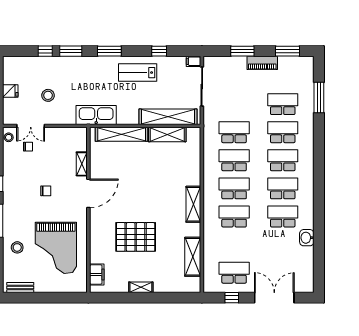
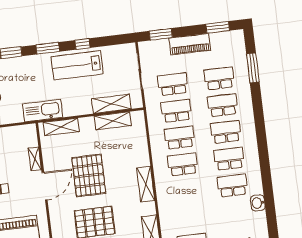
window: (159, 51) -> (83, 44), moved
window: (242, 51) -> (161, 34), moved
filing cabinet: (194, 61) -> (129, 48), removed
piano: (262, 63) -> (190, 44), width x1.37, depth x1.33
lab bench: (138, 73) -> (77, 65), width x1.36, depth x1.39
shelving: (168, 117) -> (111, 104), width x0.68
shelving: (122, 134) -> (61, 127), width x0.68
pallet: (136, 188) -> (89, 175), added
school desk: (234, 216) -> (173, 84), moved

